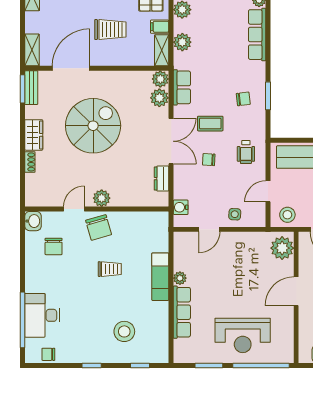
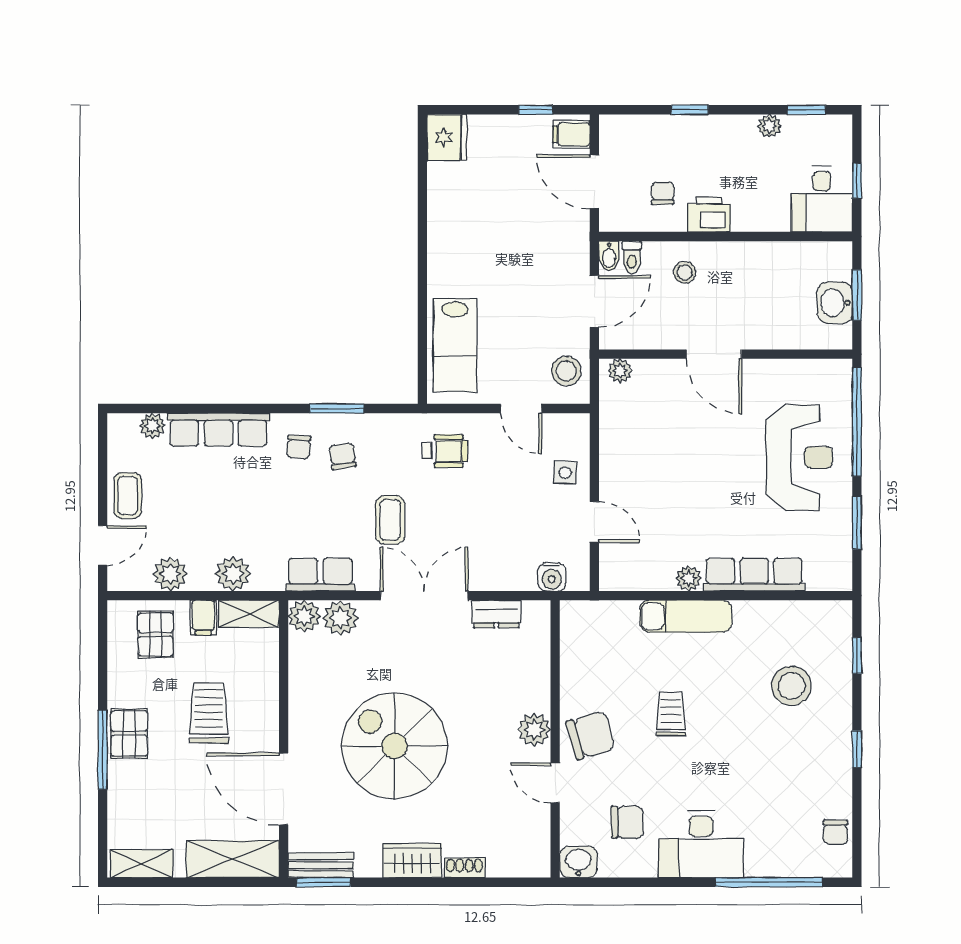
shelving: (32, 50) -> (233, 859), width x1.50, depth x1.33
chair: (209, 160) -> (299, 447), moved
plant: (282, 248) -> (620, 371), width x0.53, depth x0.53
desk: (42, 315) -> (701, 844), moved

